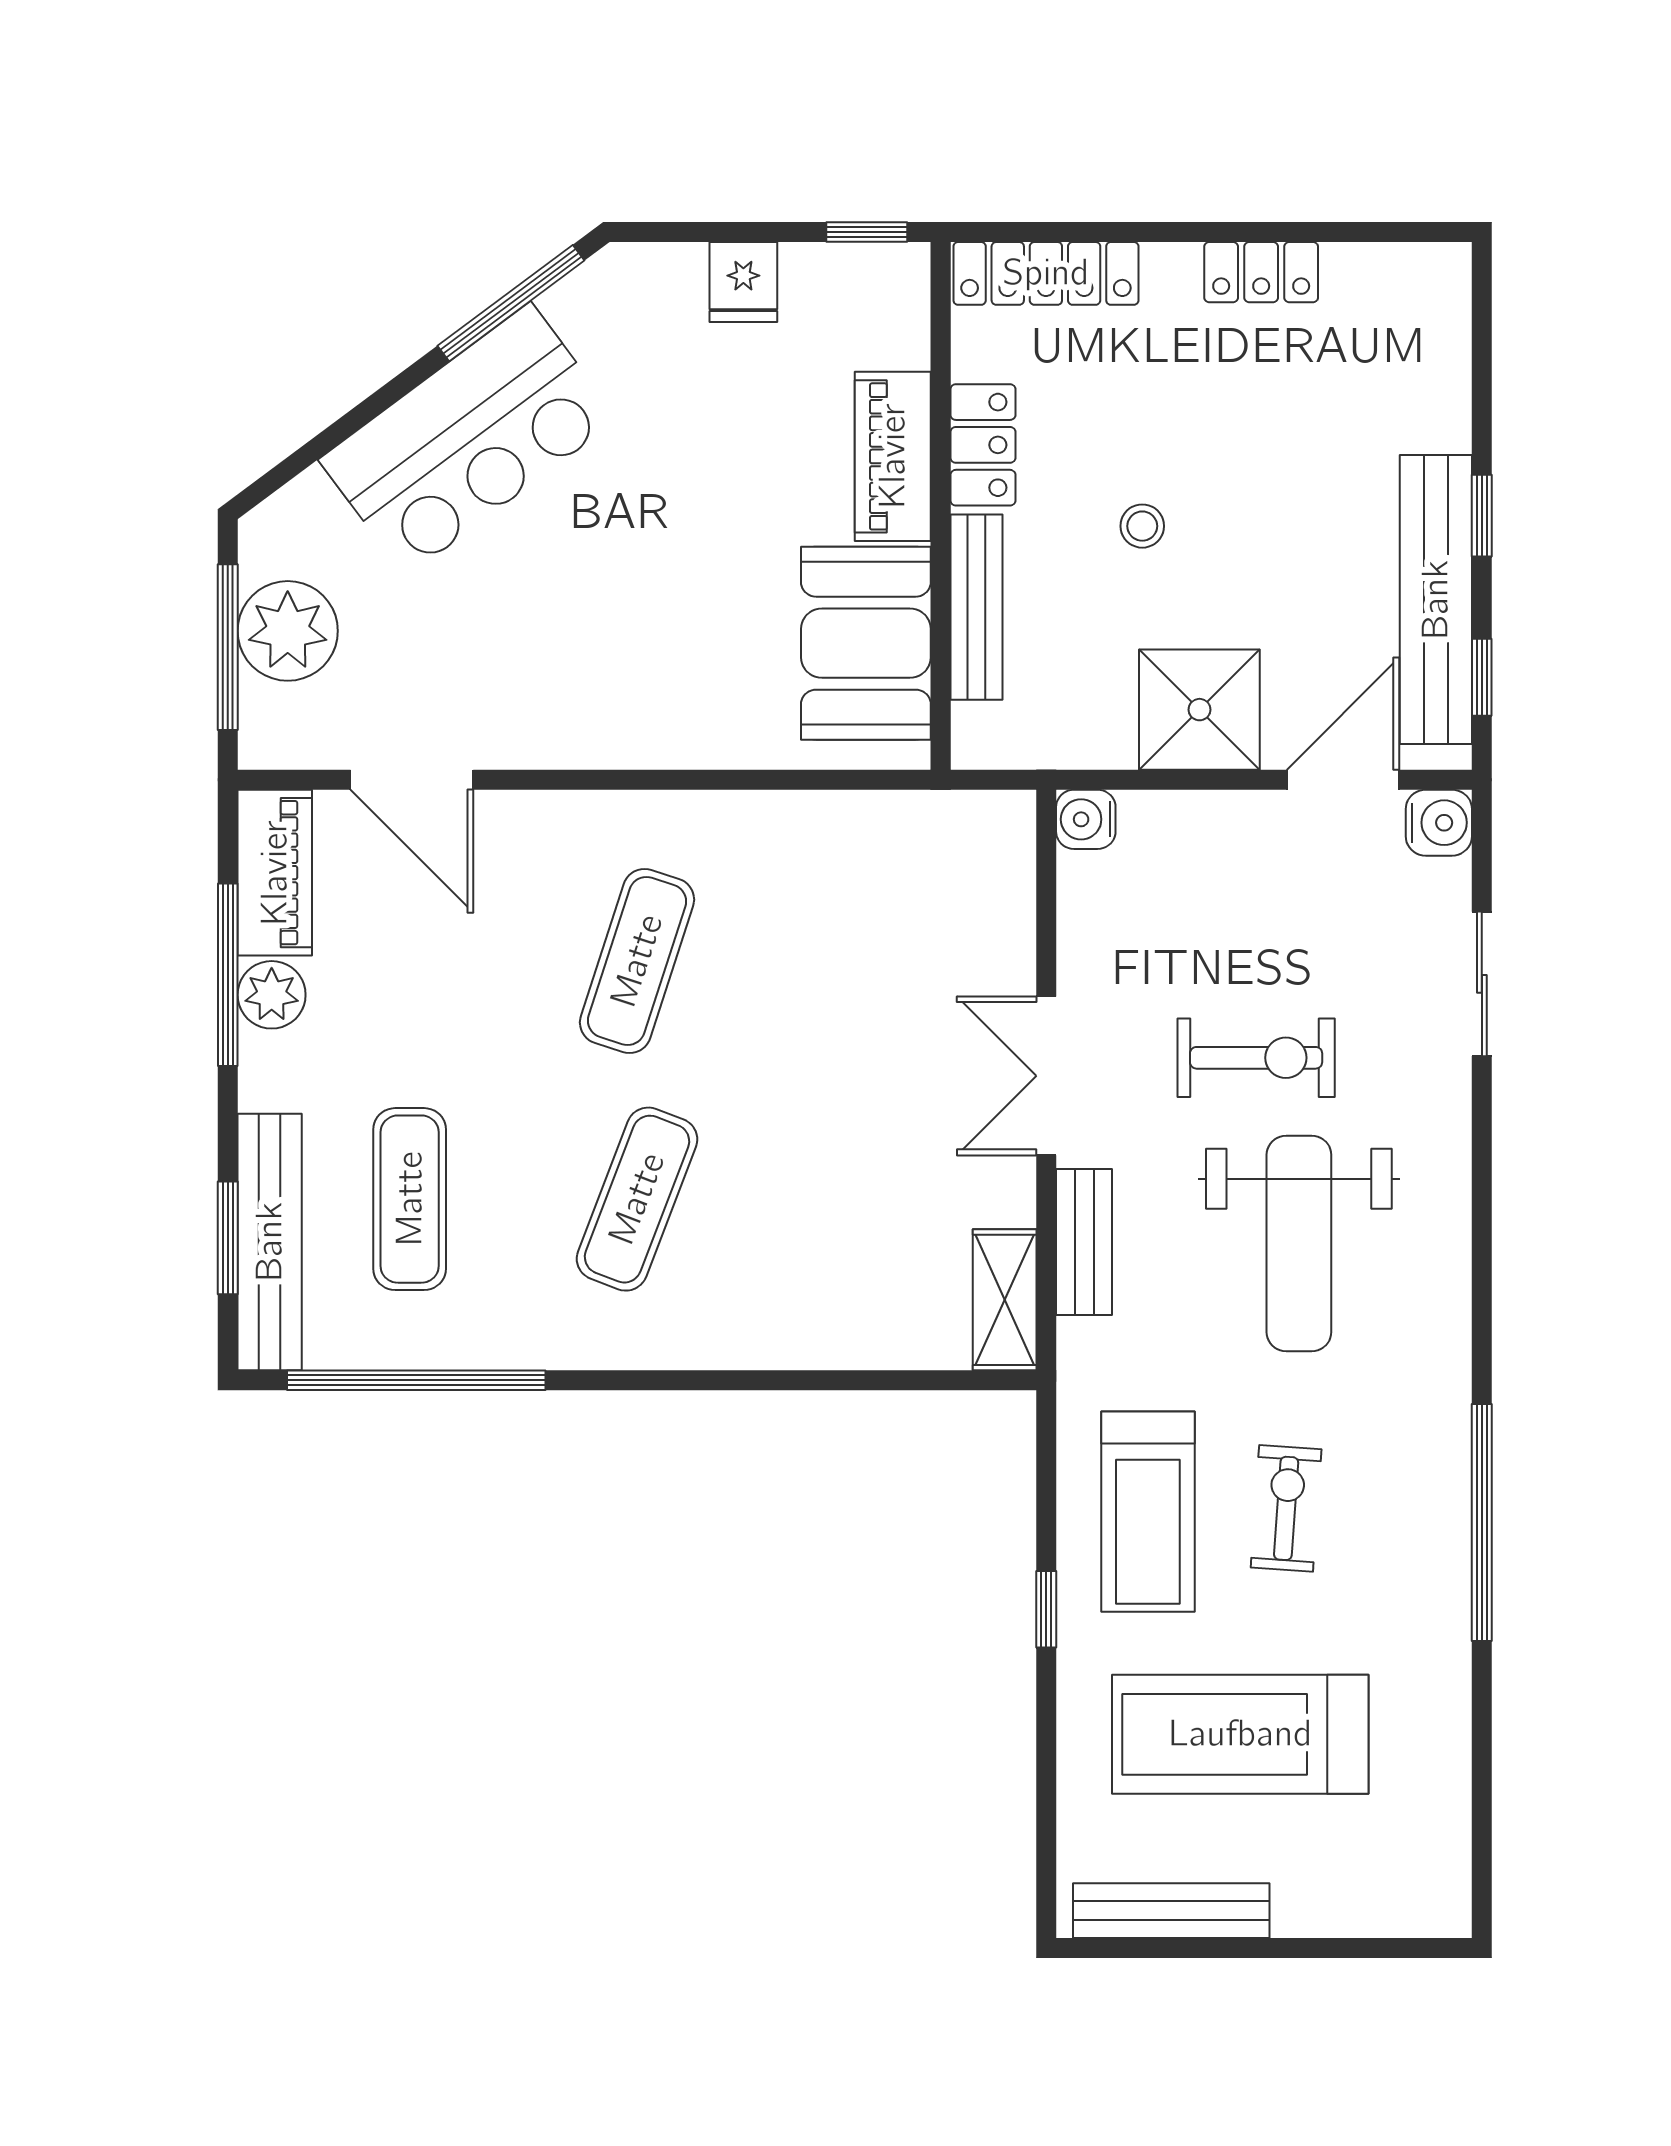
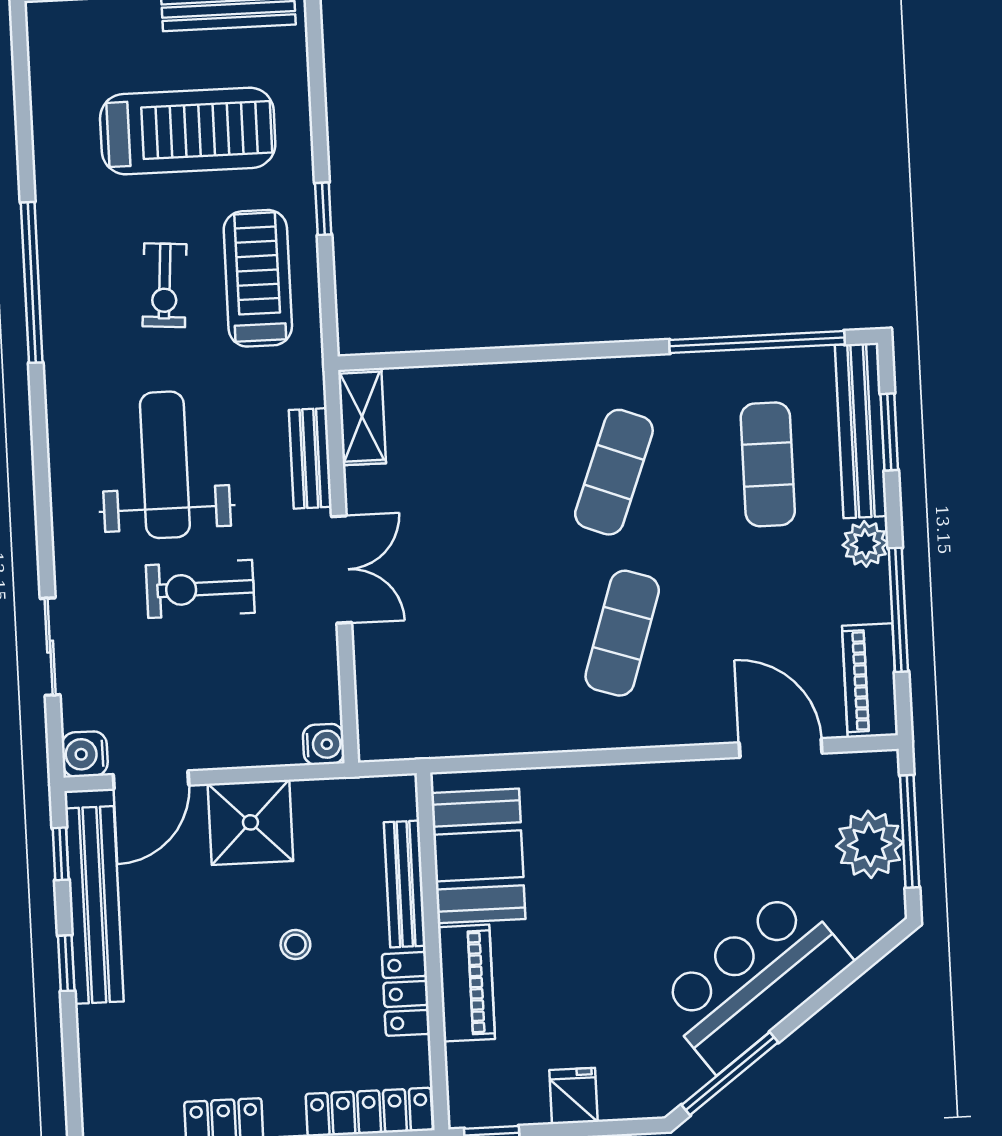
plant: (272, 995) -> (865, 544), moved

